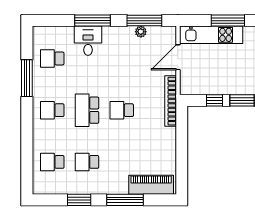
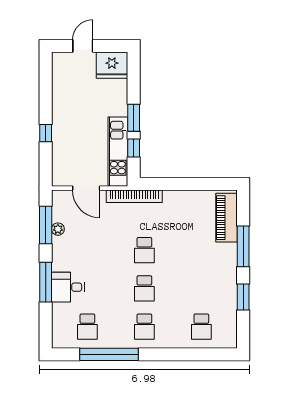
window: (228, 21) -> (46, 133), width x0.46
kitchen unit: (211, 35) -> (118, 152), moved, turned 180
window: (27, 78) -> (109, 354), width x1.46
school desk: (87, 110) -> (144, 288), width x0.54
school desk: (87, 162) -> (201, 288), removed

